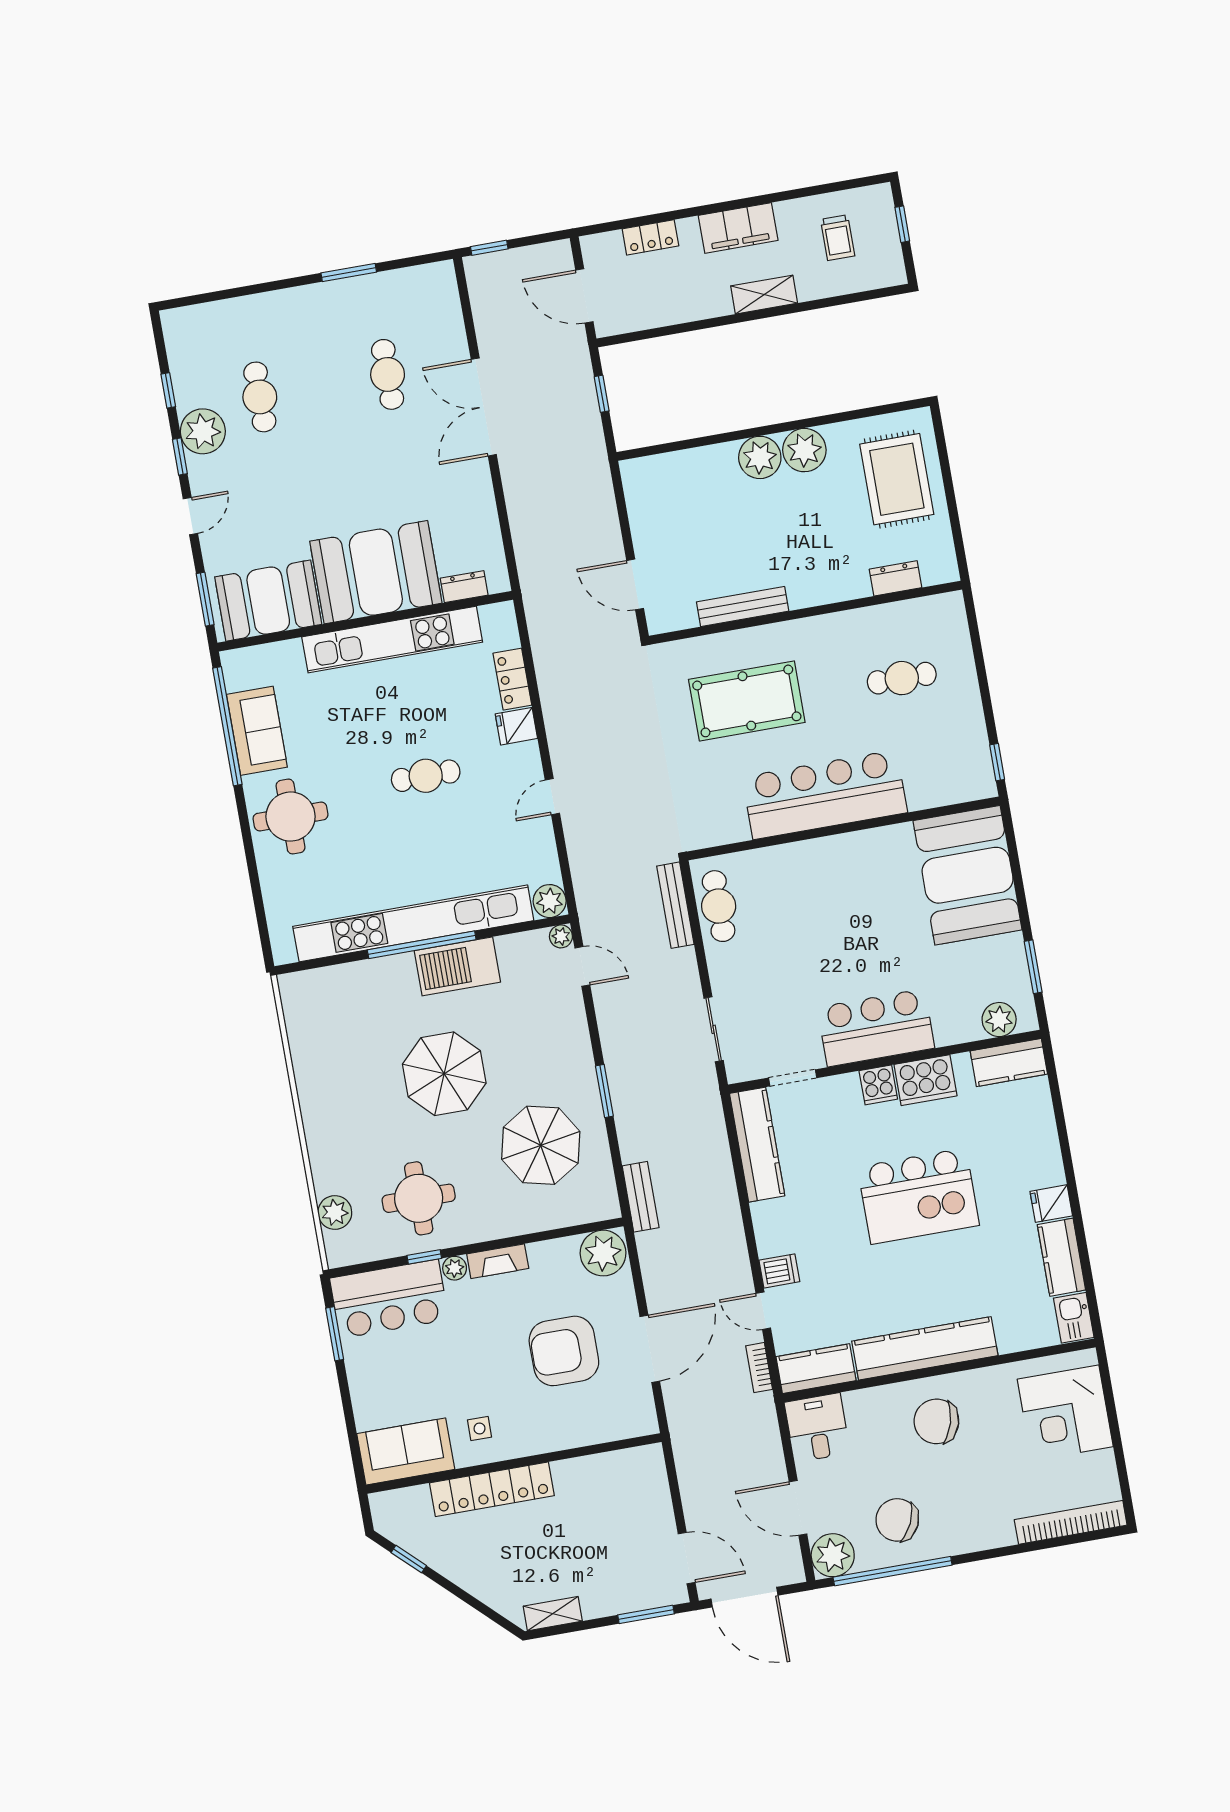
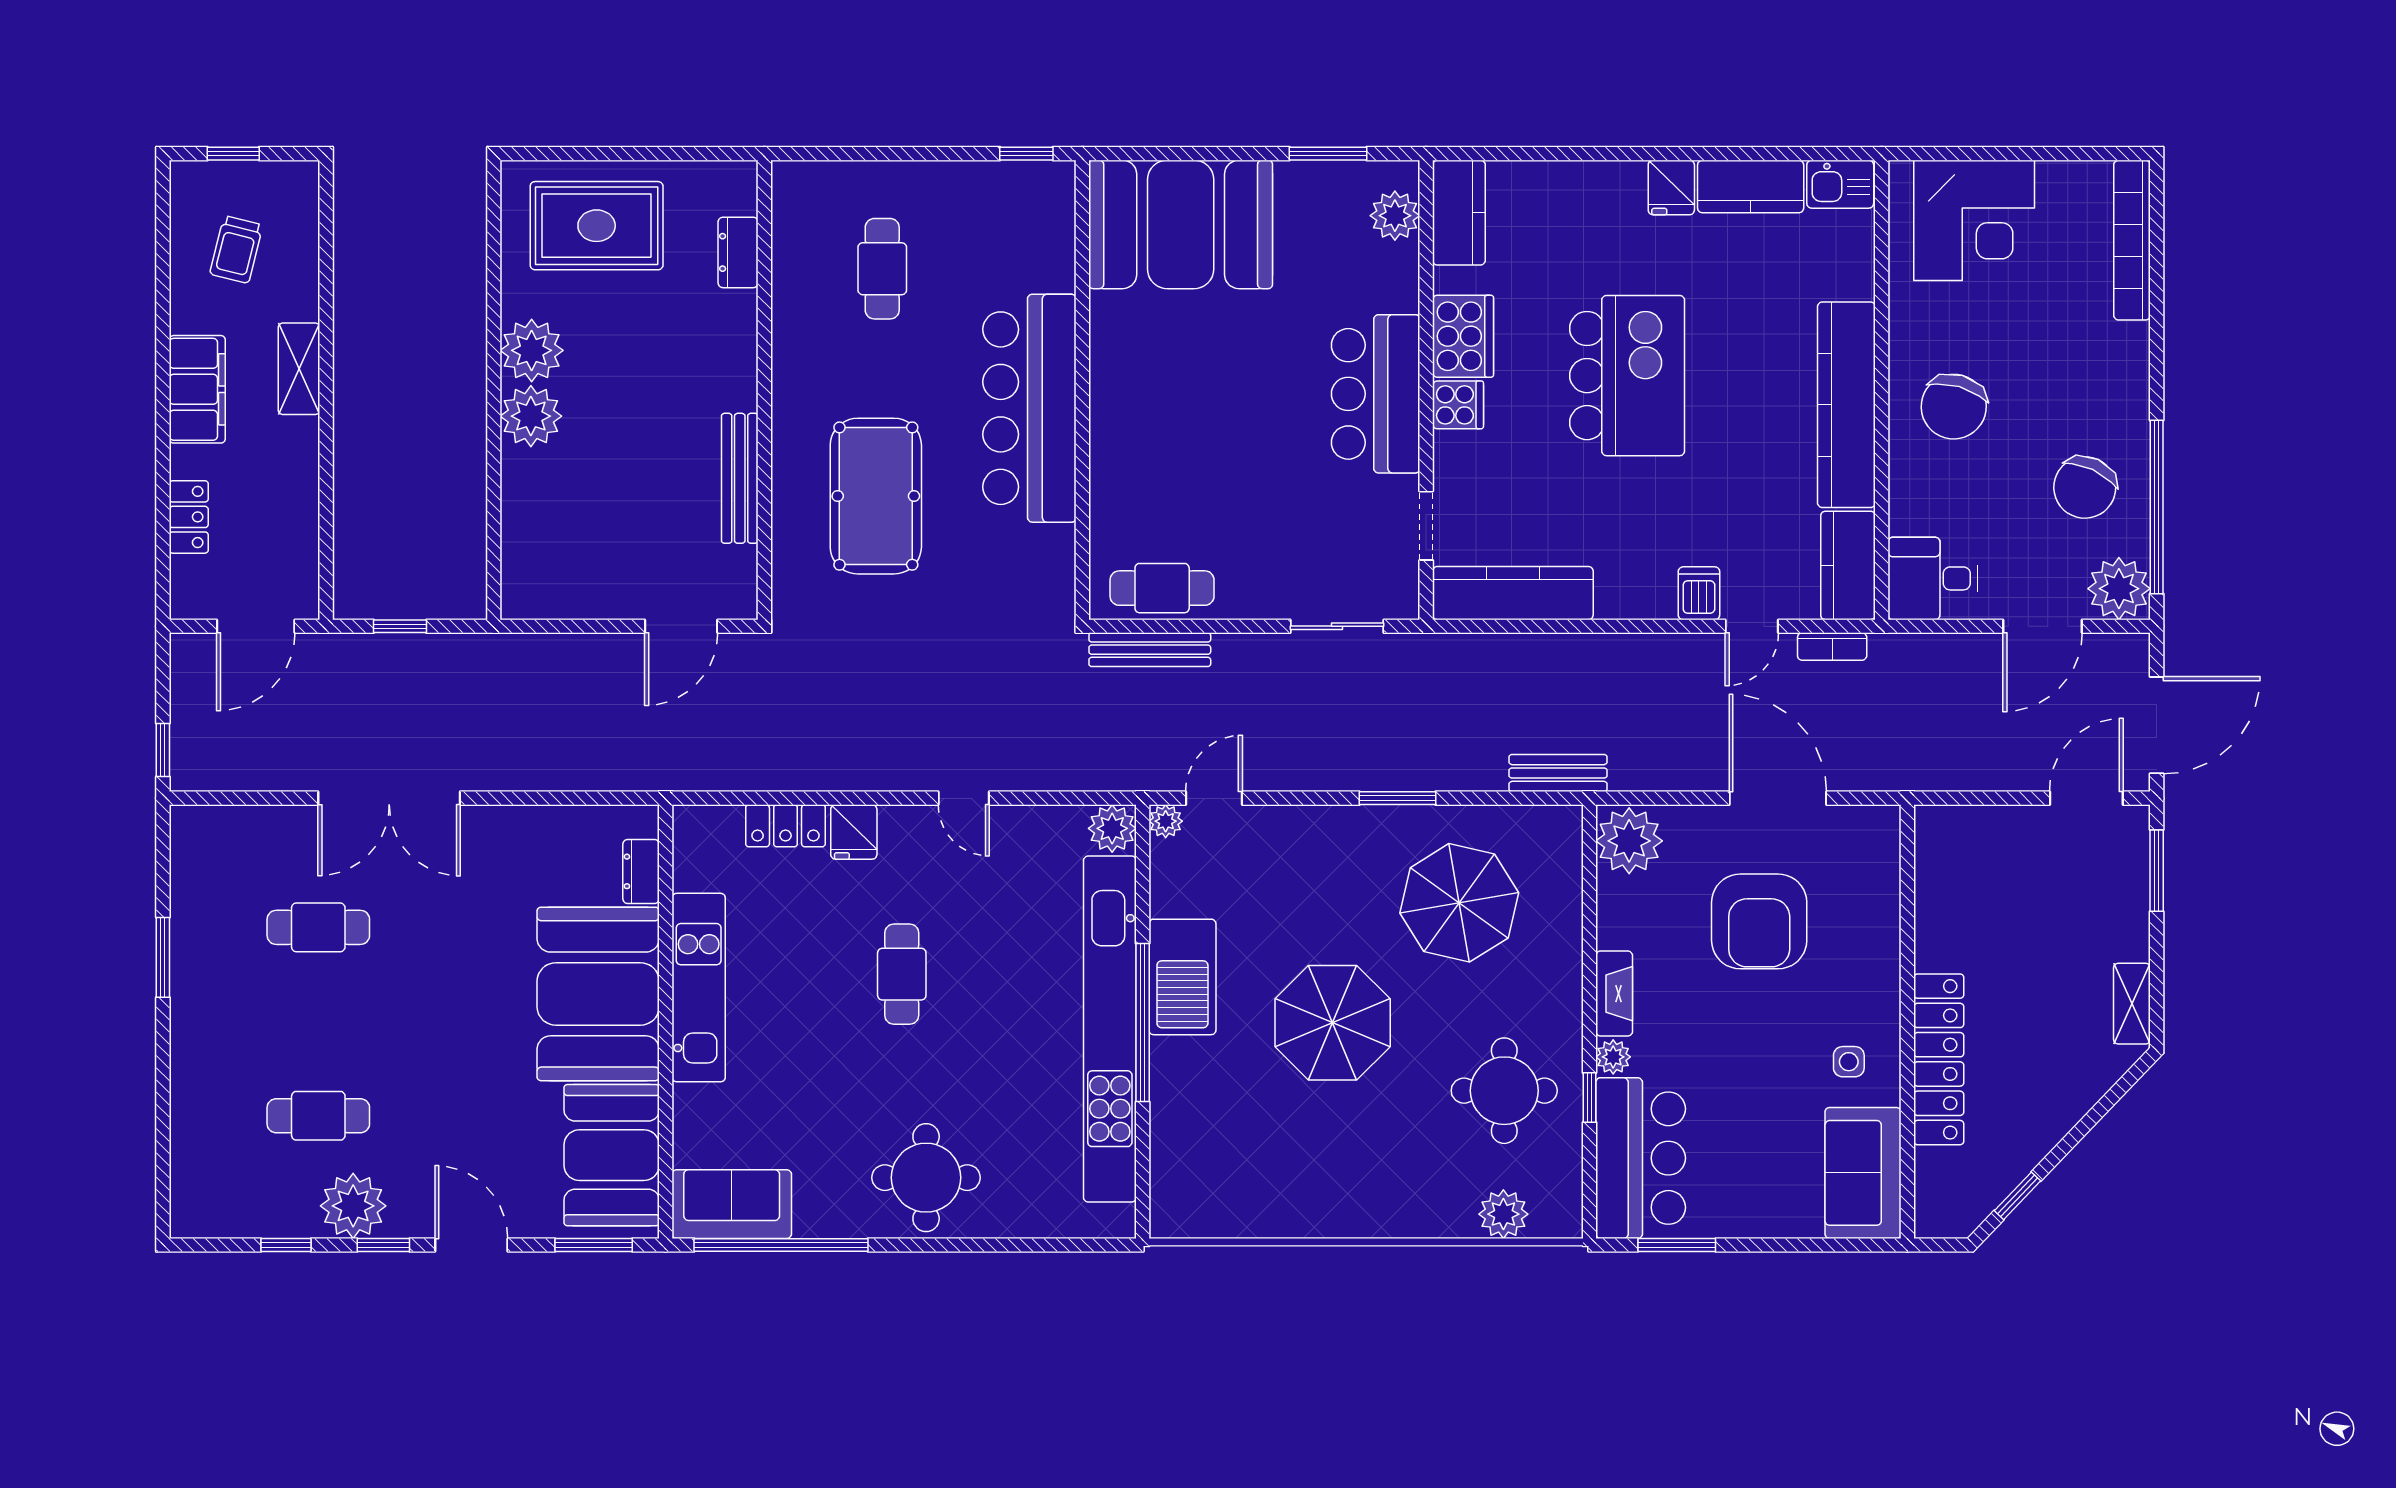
trolley: (838, 238) -> (236, 249), turned 104
door: (190, 516) -> (471, 1245), width x1.38
kitchen unit: (392, 640) -> (699, 988), width x0.73
sofa: (257, 731) -> (732, 1204), moved

